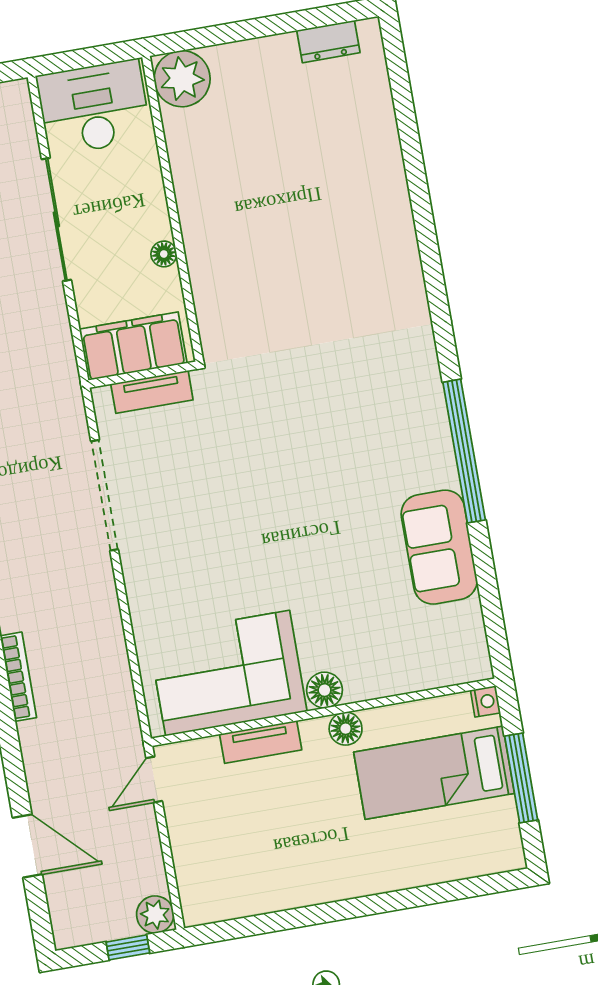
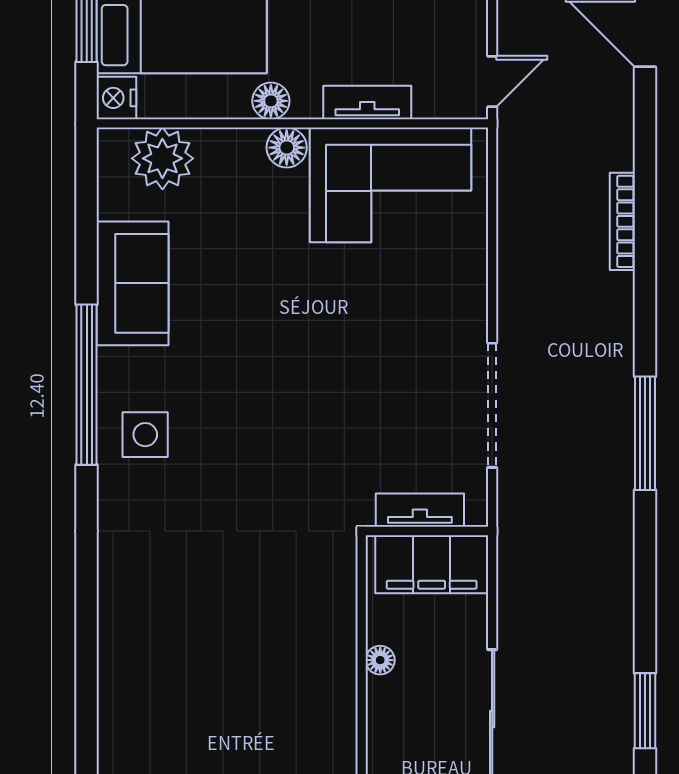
side table: (405, 416) -> (145, 435), added
plant: (432, 661) -> (162, 158), added
nightstand: (485, 701) -> (116, 98), width x1.39, depth x1.35

